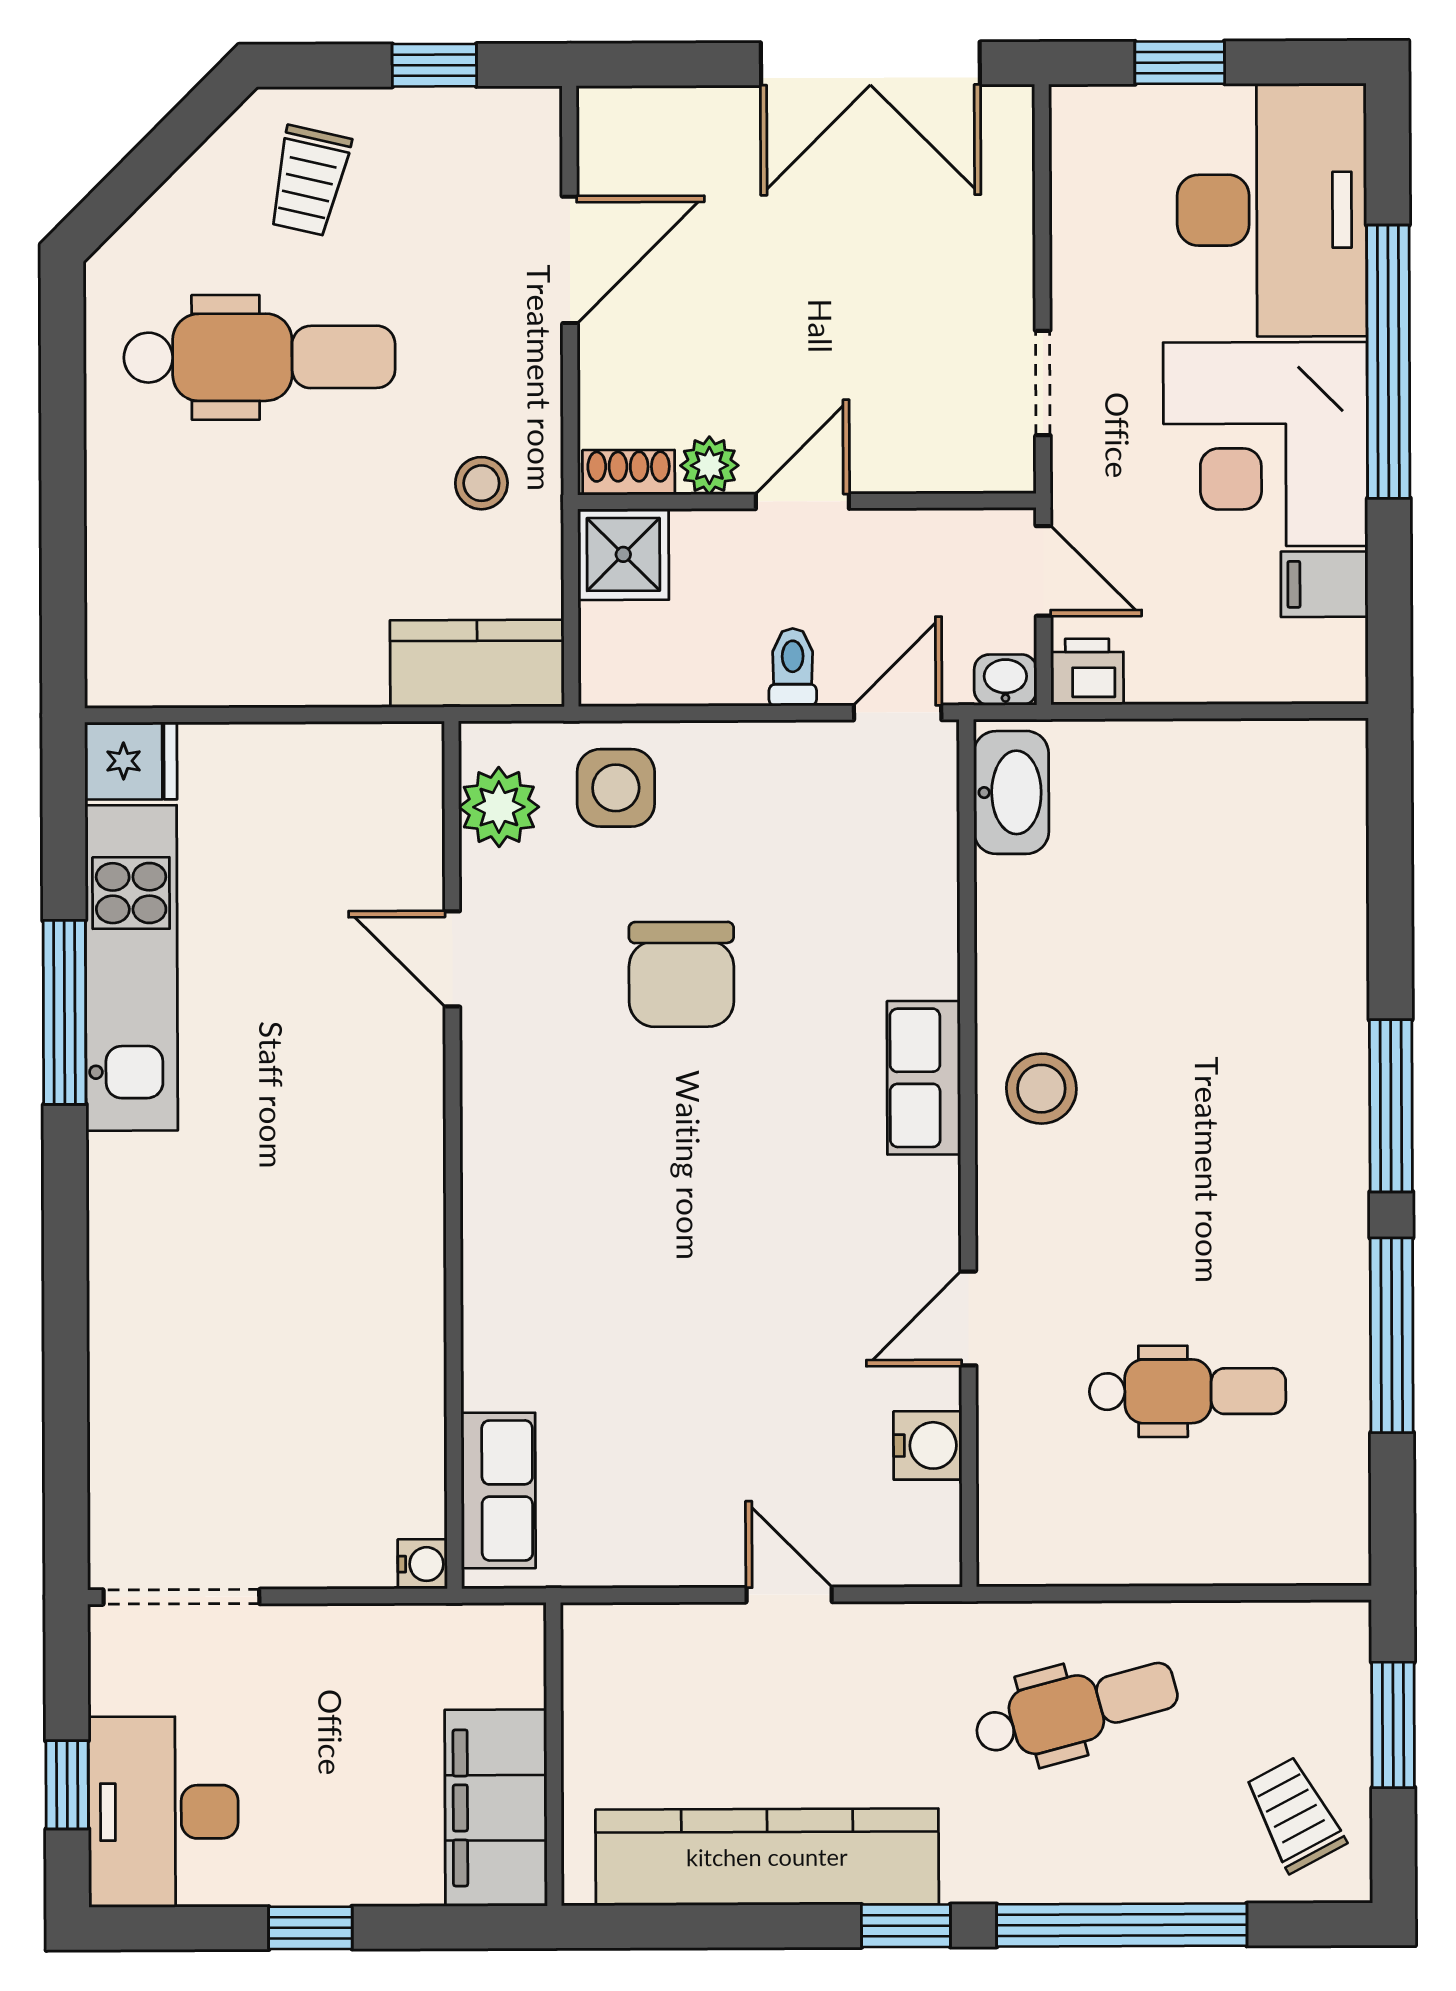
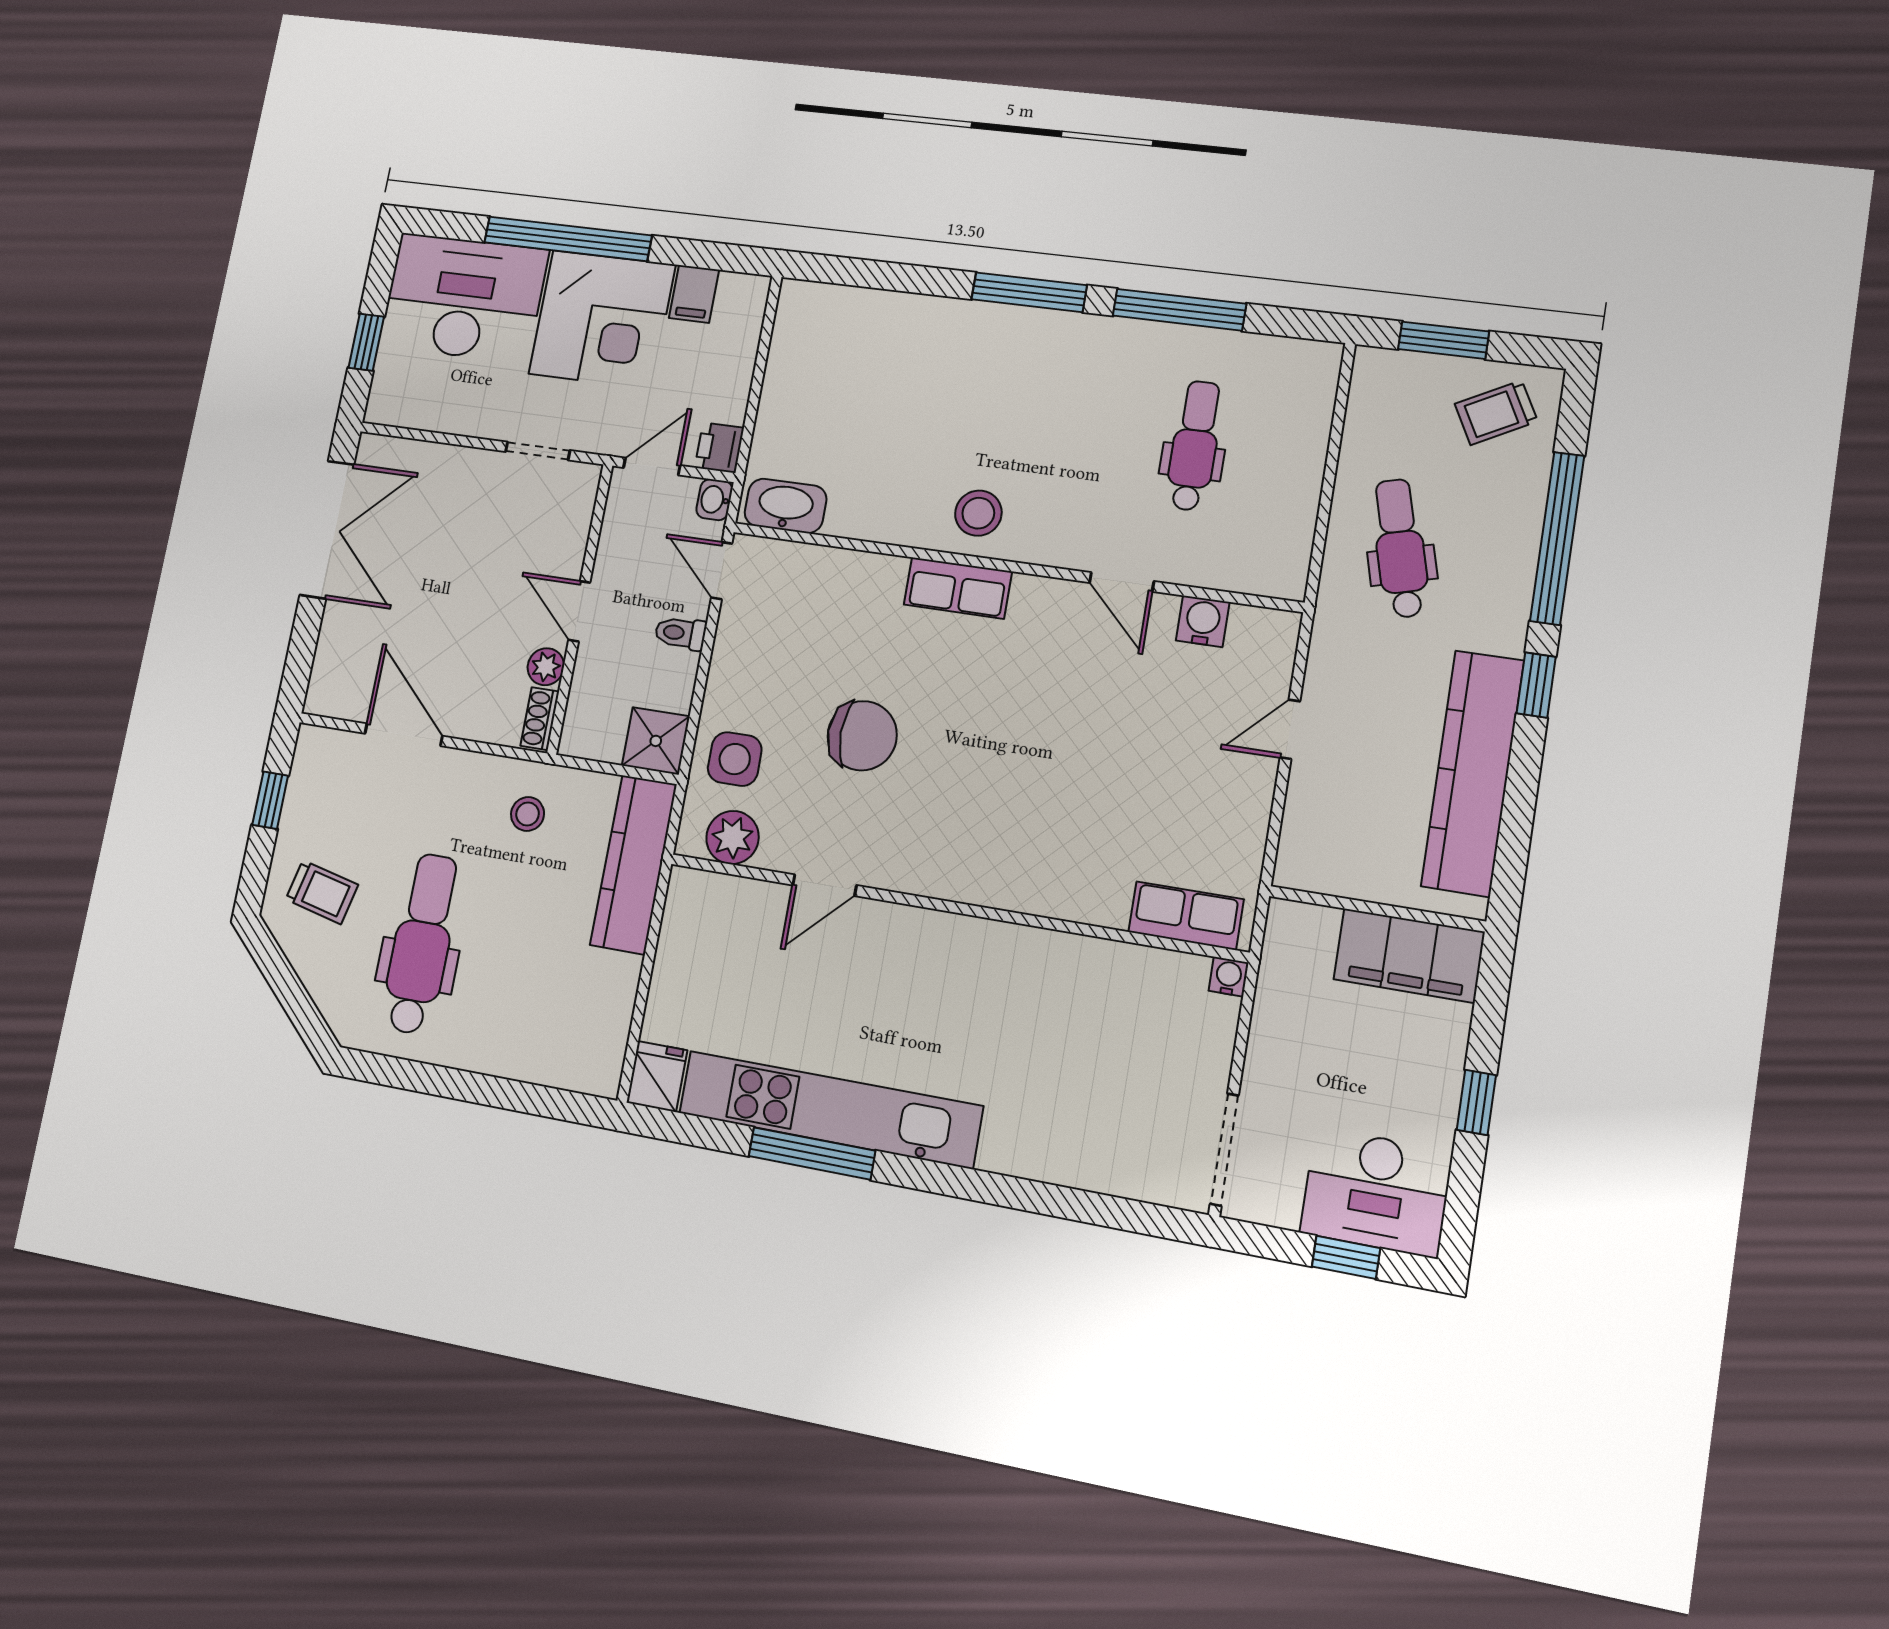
shower: (623, 554) -> (656, 741), moved
kitchen counter: (477, 663) -> (634, 864), width x1.50
kitchen unit: (131, 968) -> (830, 1109), width x1.36

